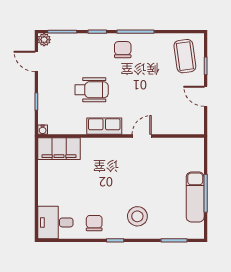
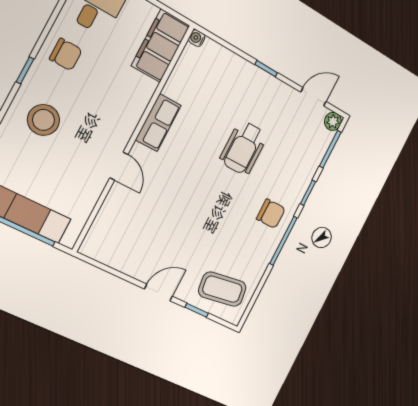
row of seats: (104, 126) -> (158, 123), moved
water cooler: (43, 130) -> (197, 38), moved
wall: (121, 136) -> (134, 138), moved
door: (142, 136) -> (119, 166), moved
filing cabinet: (59, 149) -> (161, 46), moved

